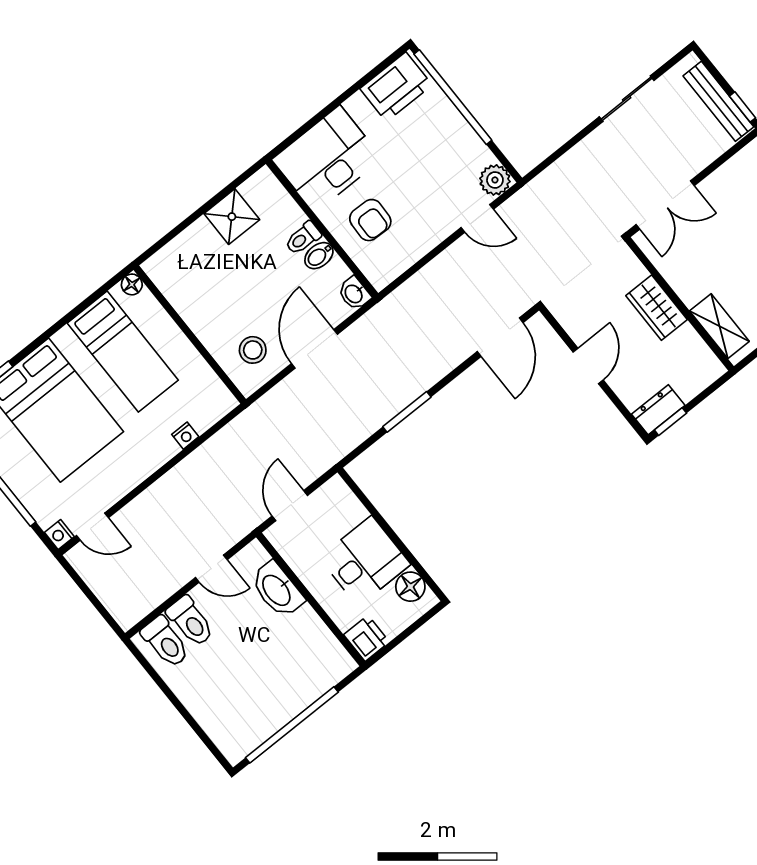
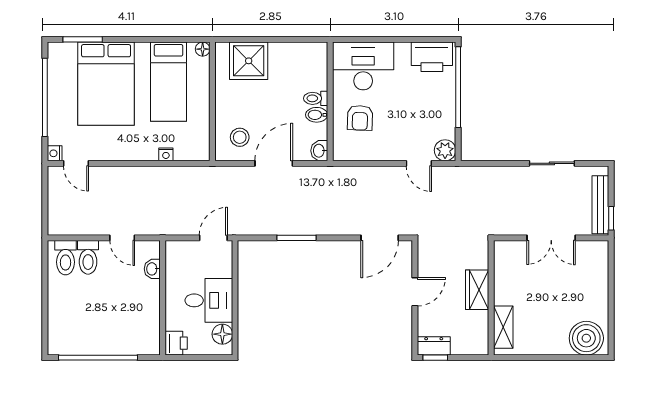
double door: (665, 205) -> (551, 238), moved
shower: (232, 217) -> (249, 61), moved, width x1.36, depth x1.36
door: (290, 506) -> (213, 238), moved
washbasin: (277, 590) -> (152, 269), width x0.52, depth x0.69

